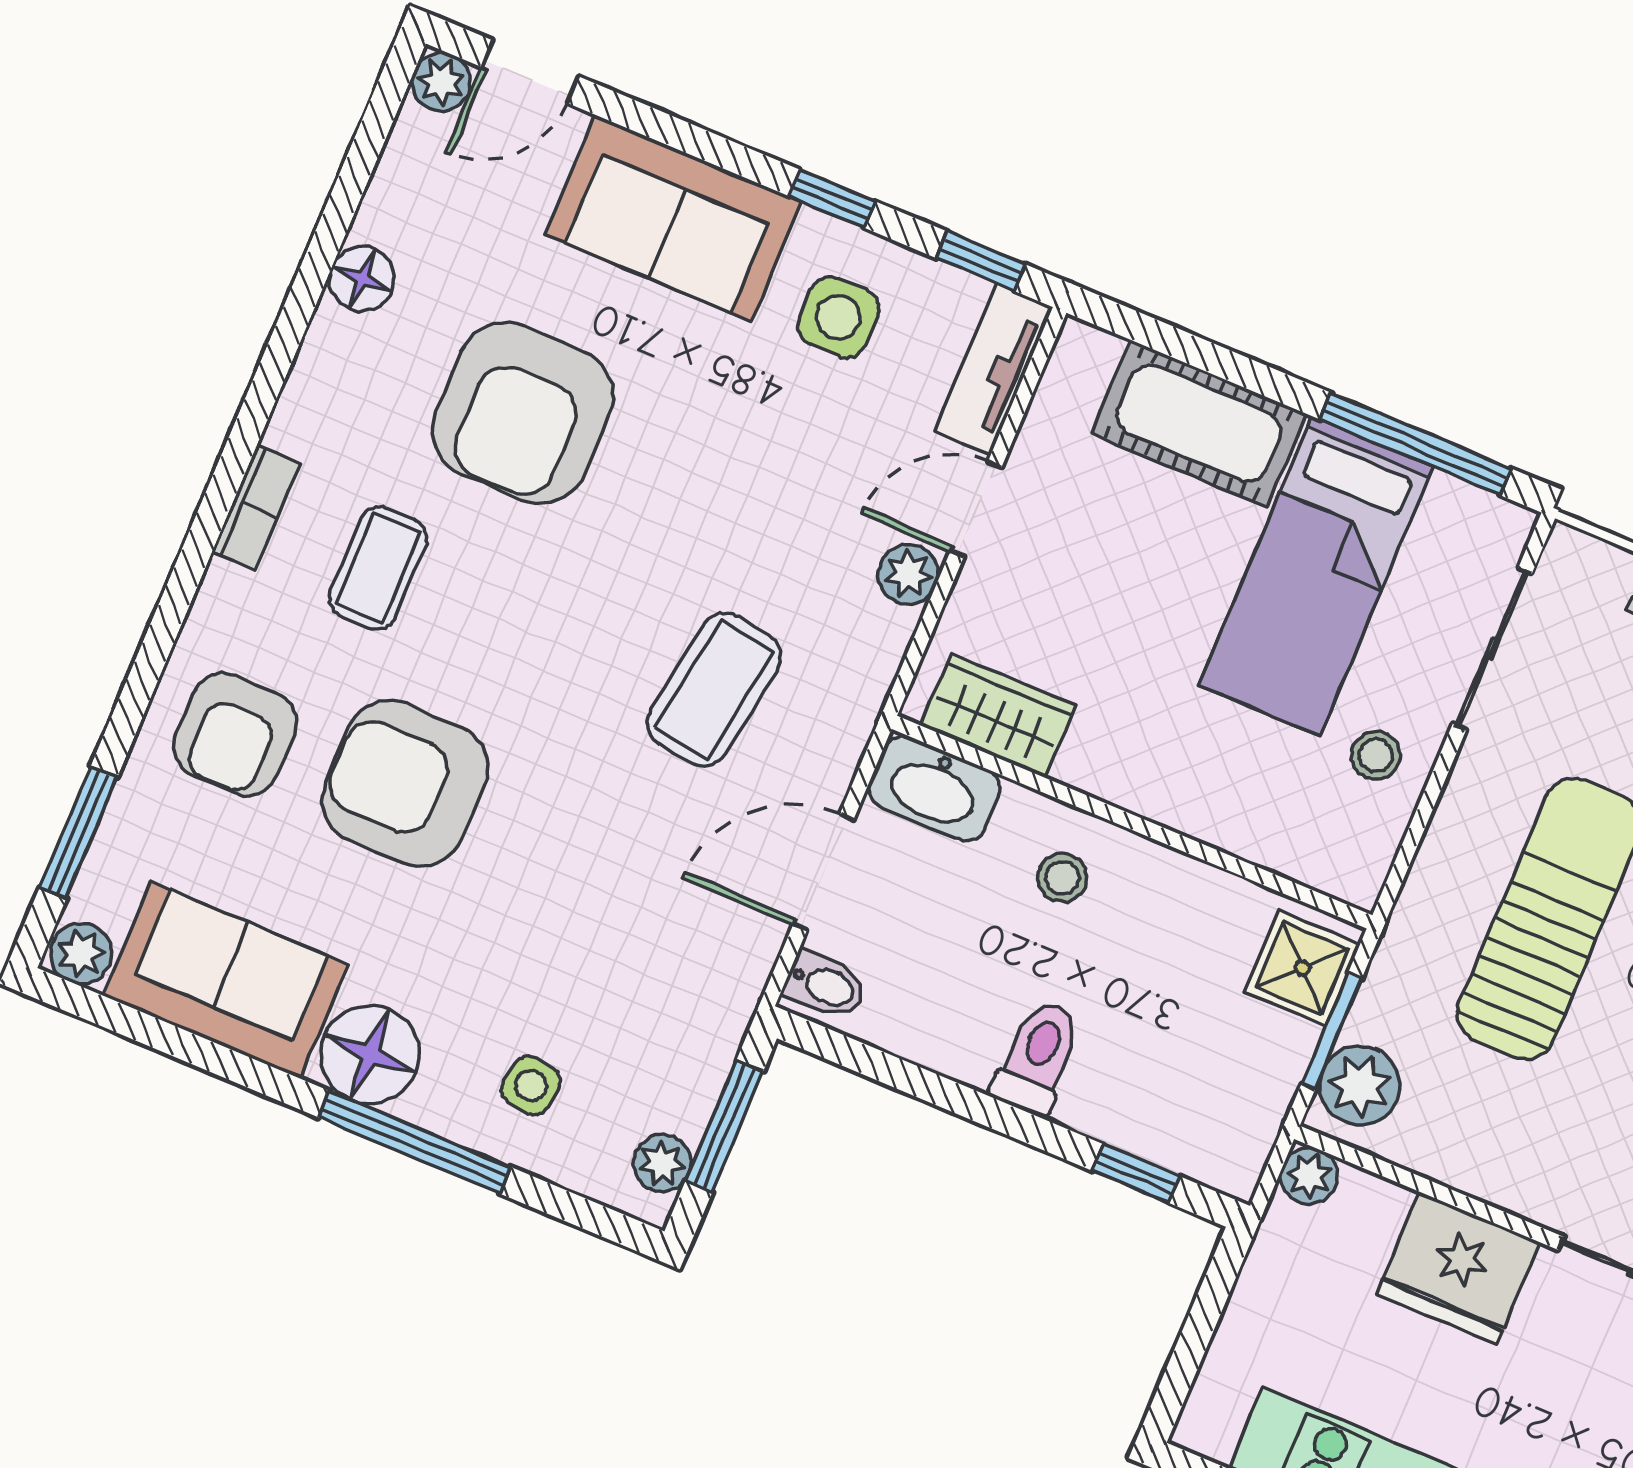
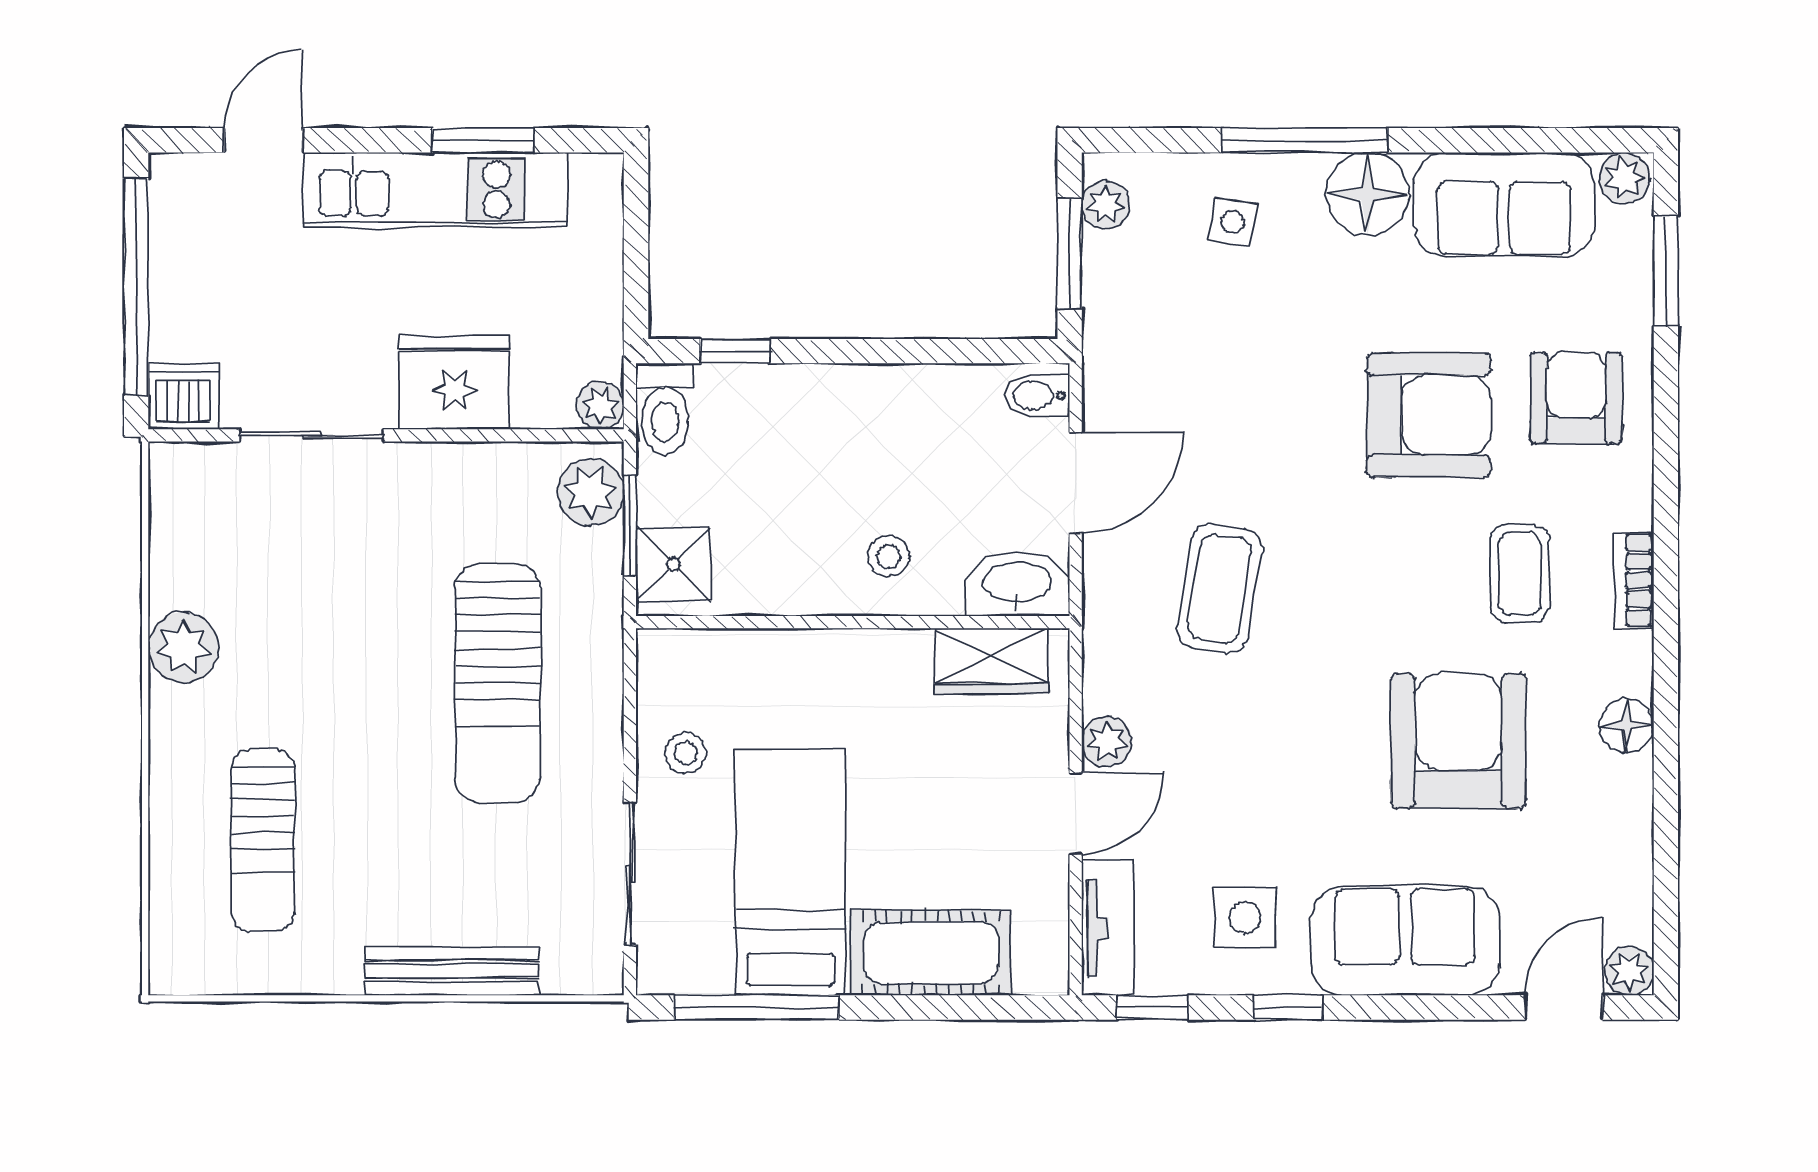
floor lamp: (362, 279) -> (1627, 725), moved
toilet: (1037, 1057) -> (665, 409), moved

